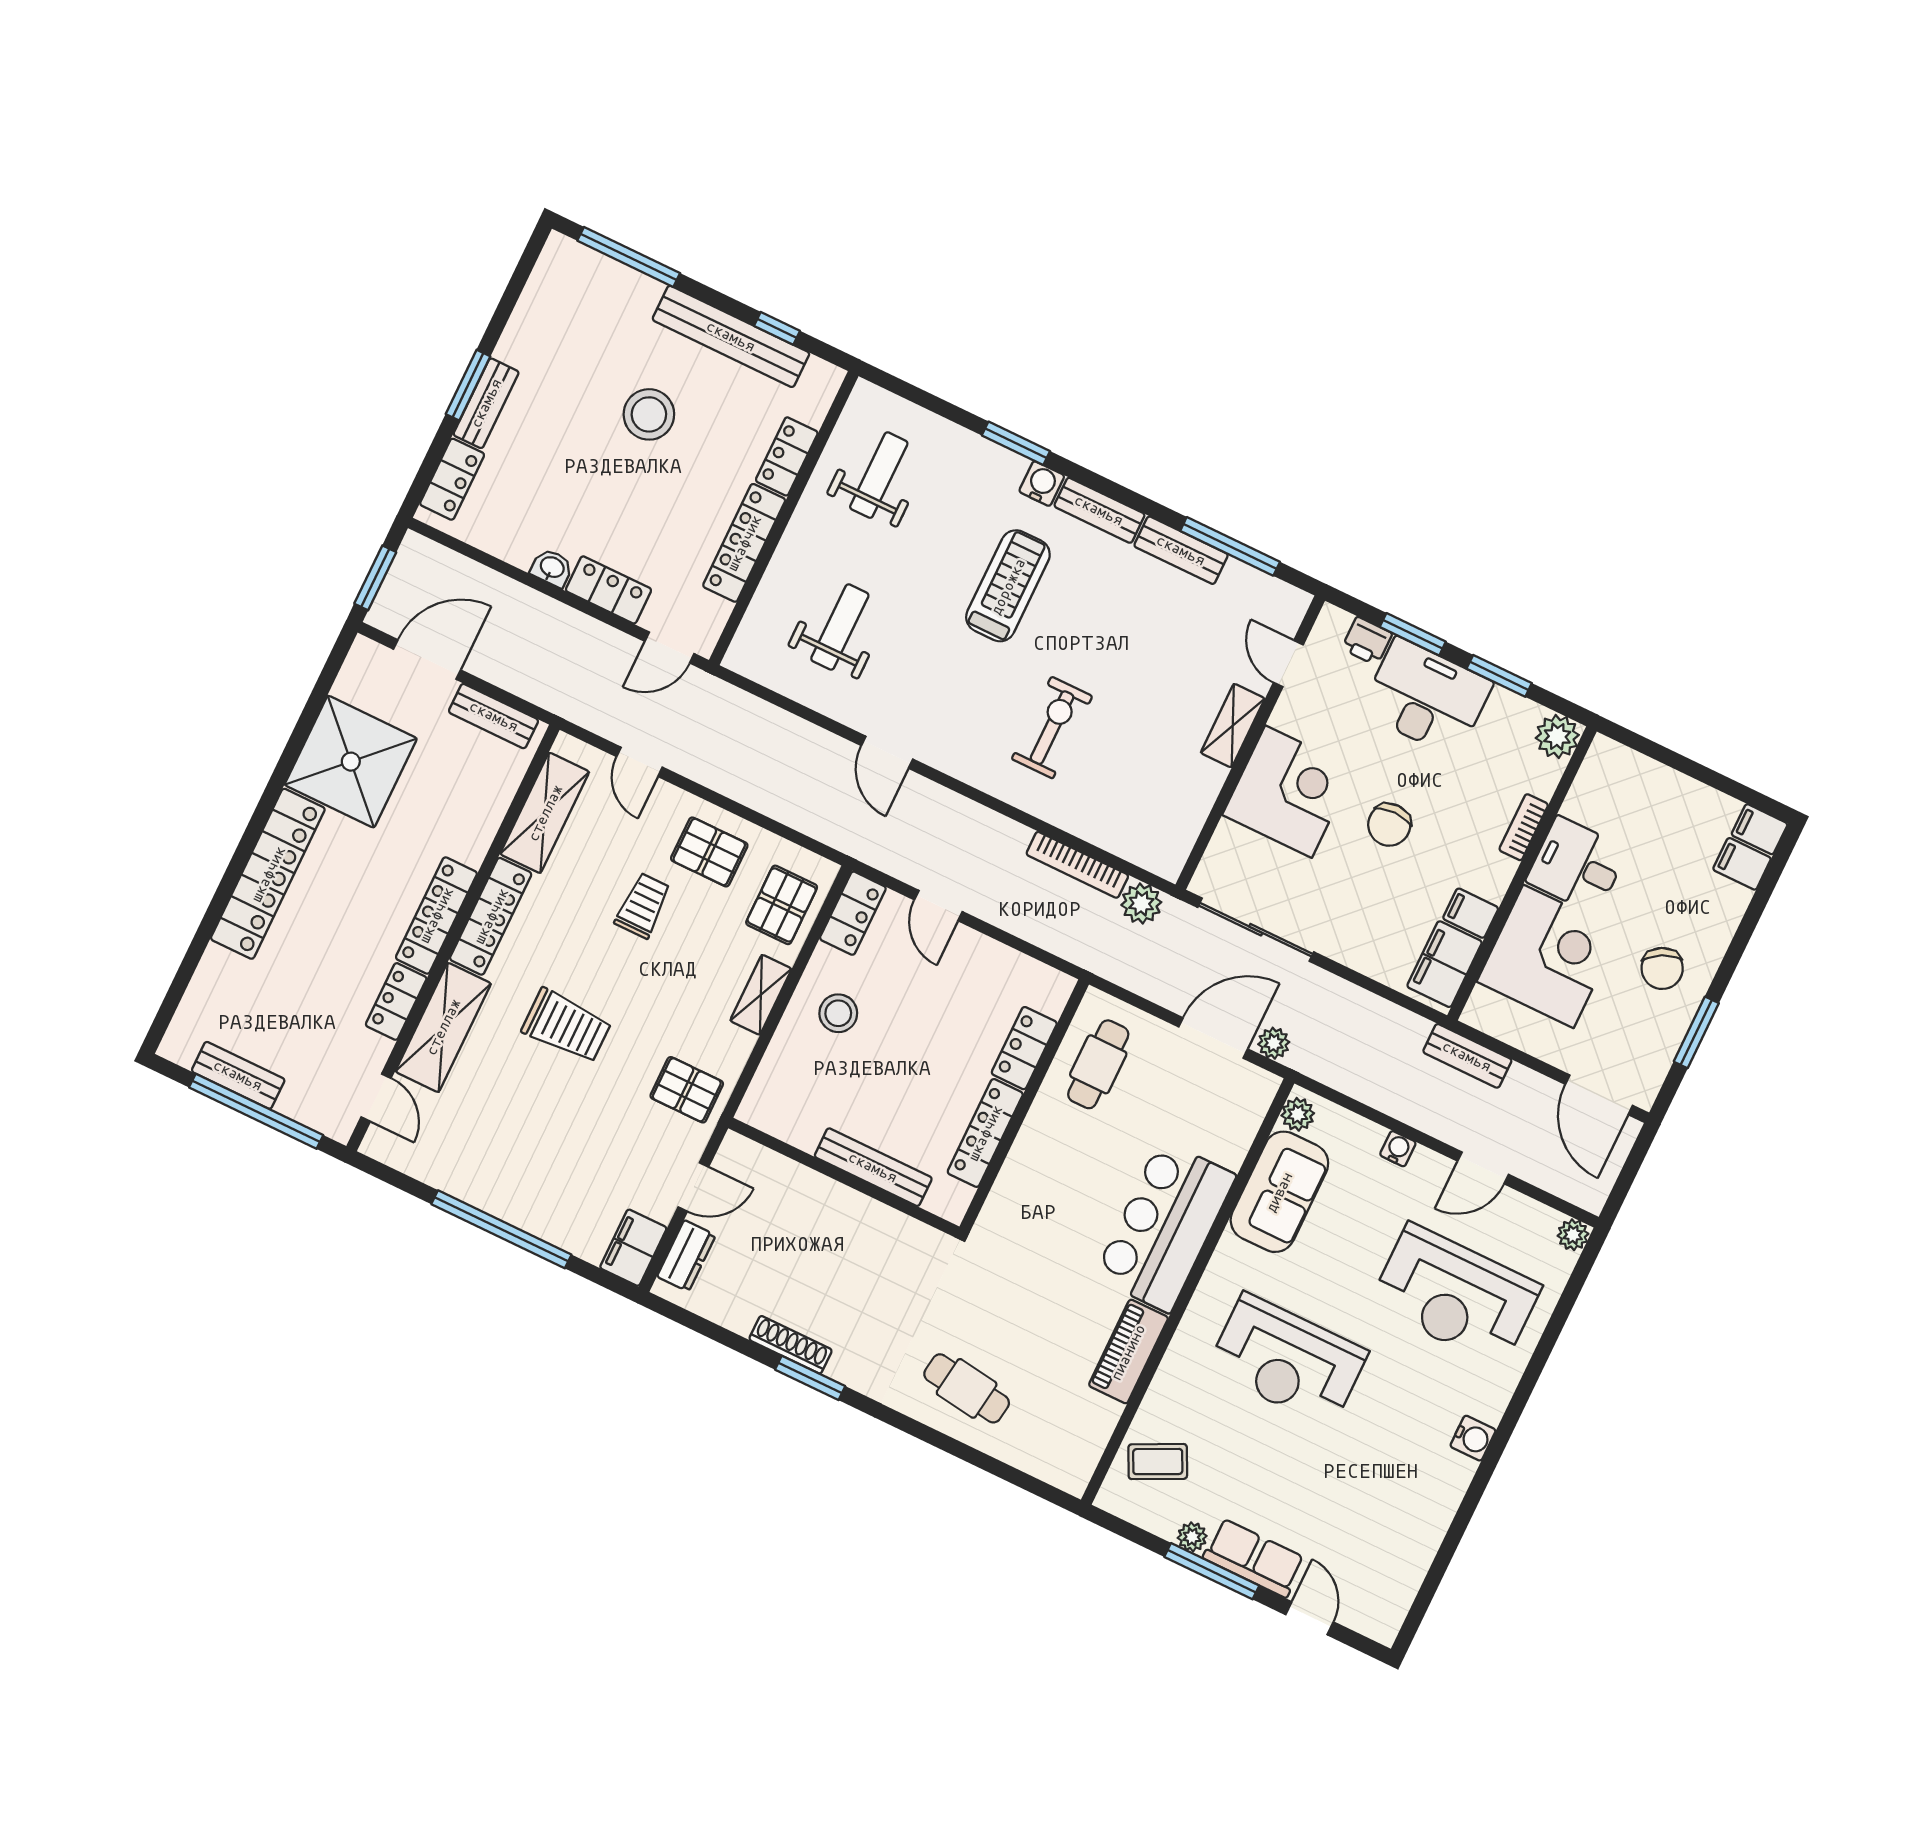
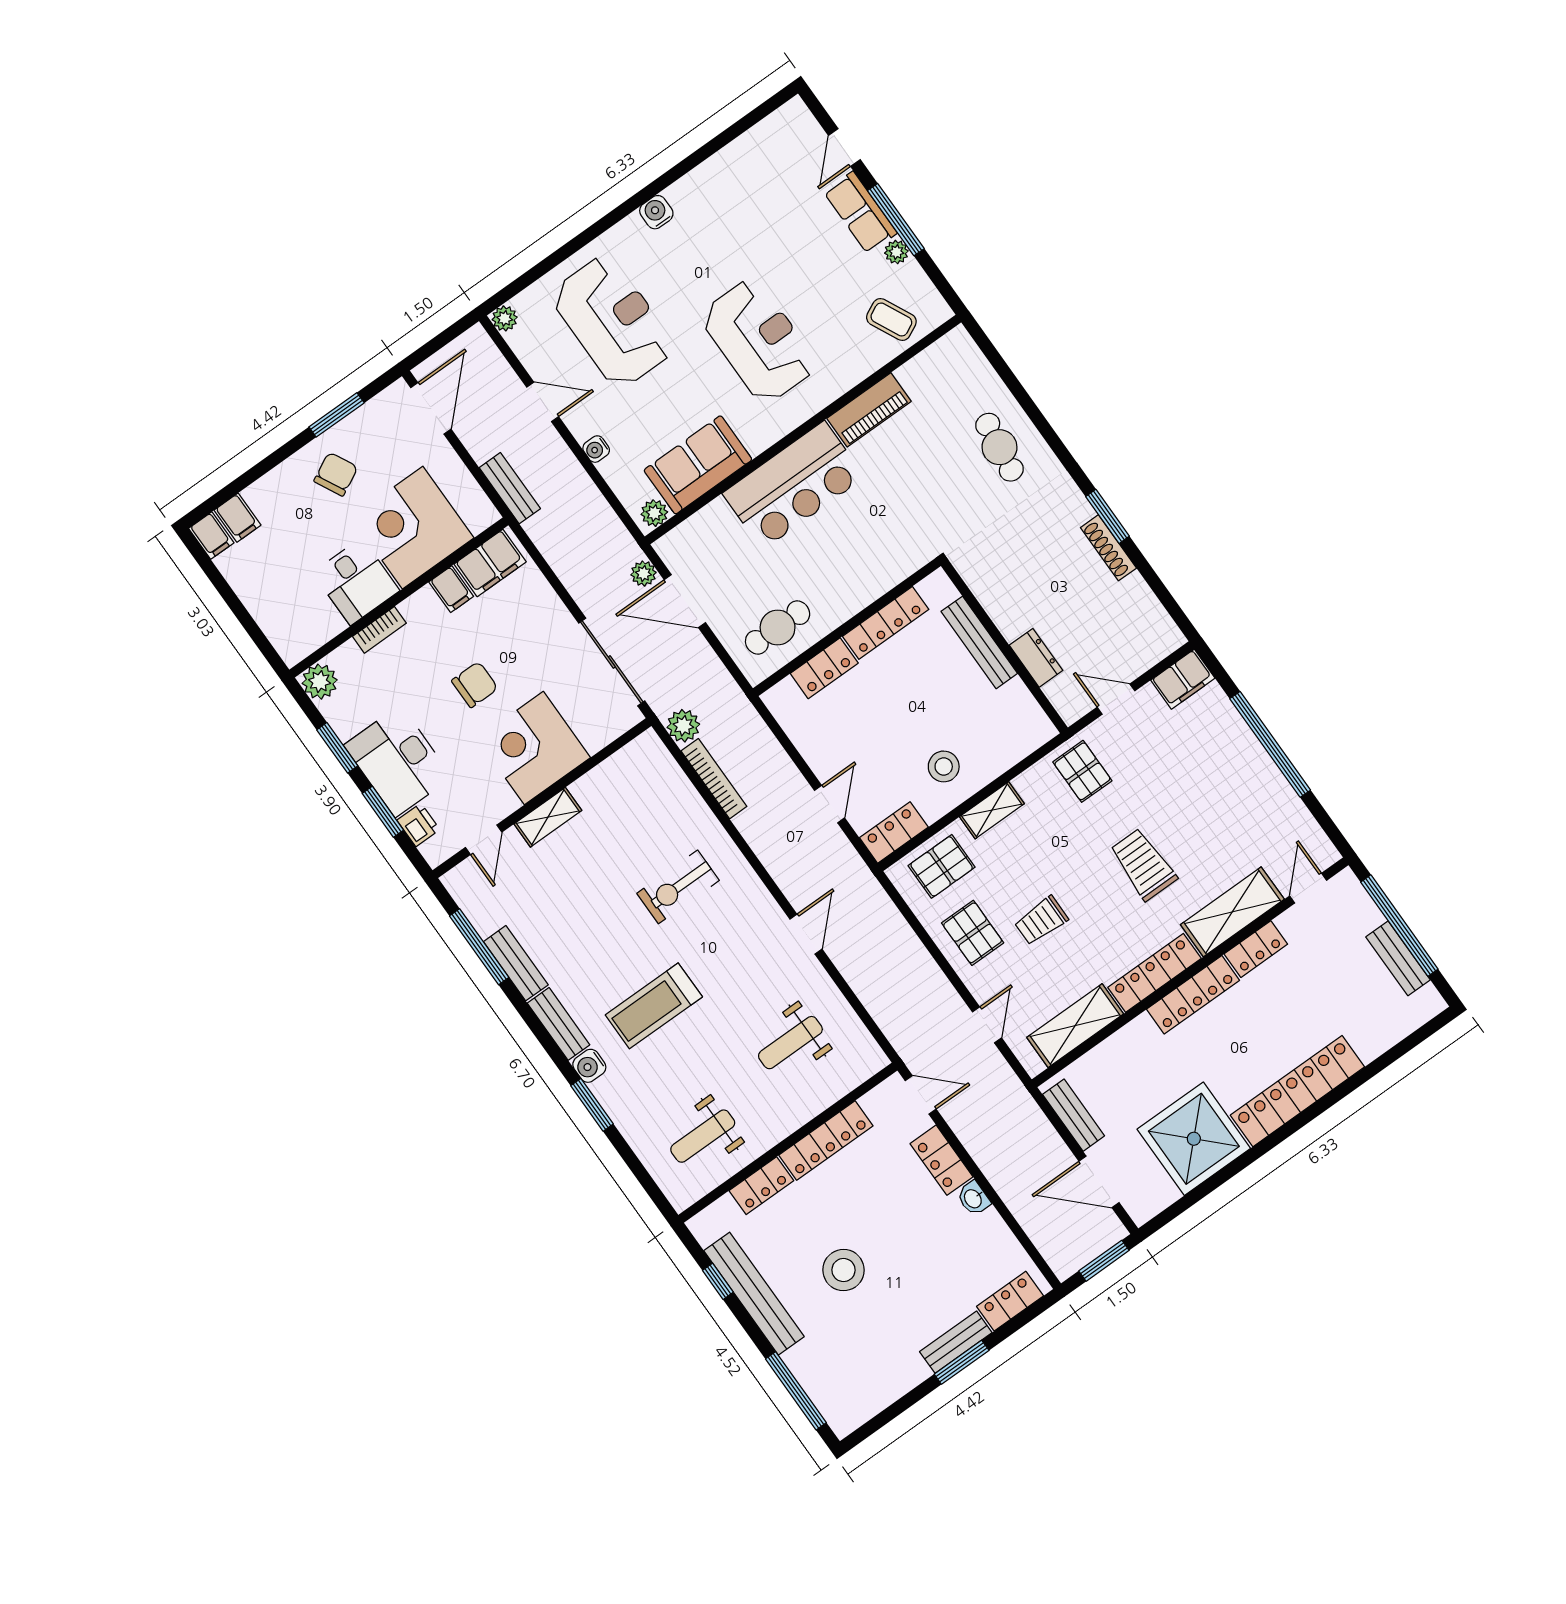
dresser: (686, 1256) -> (1036, 658), moved, turned 90

